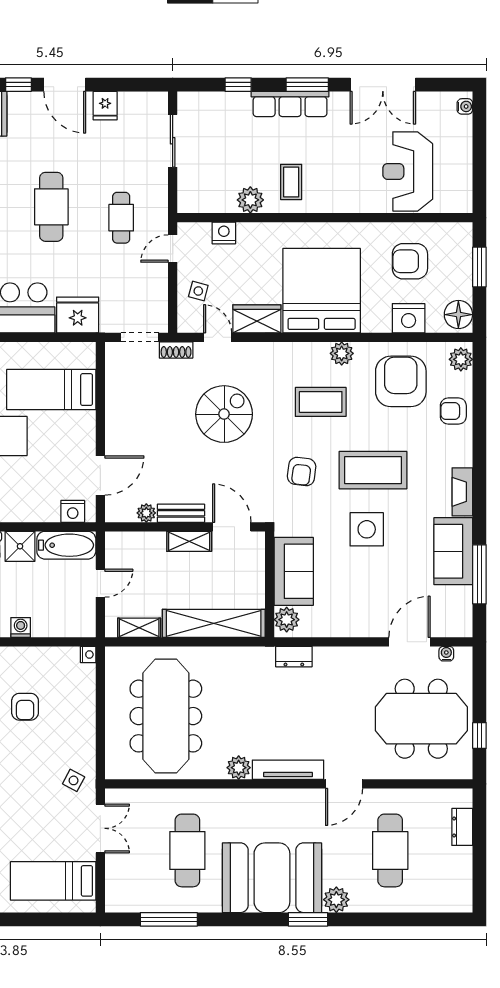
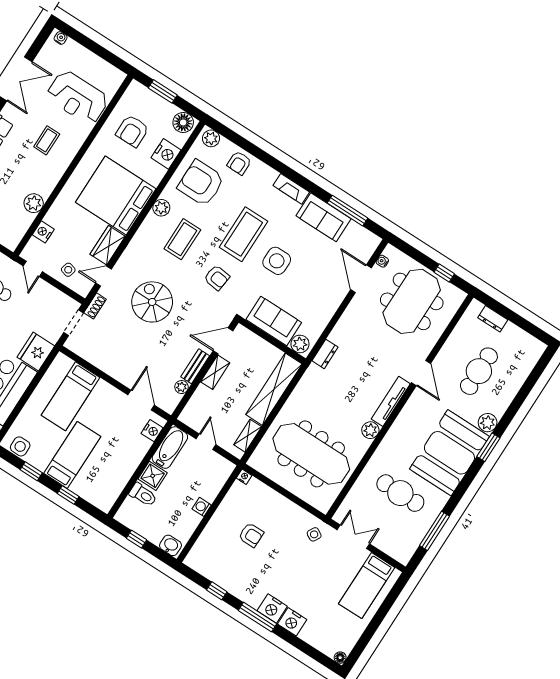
coffee table: (291, 182) -> (47, 140), moved, turned 90
cafe table: (390, 850) -> (479, 371), turned 90

